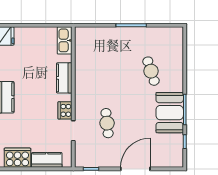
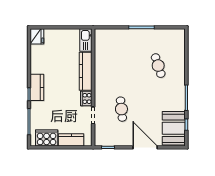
kitchen counter: (64, 78) -> (86, 71), width x1.50
booth: (170, 113) -> (174, 128), moved
door: (135, 169) -> (145, 147), hinge flipped

